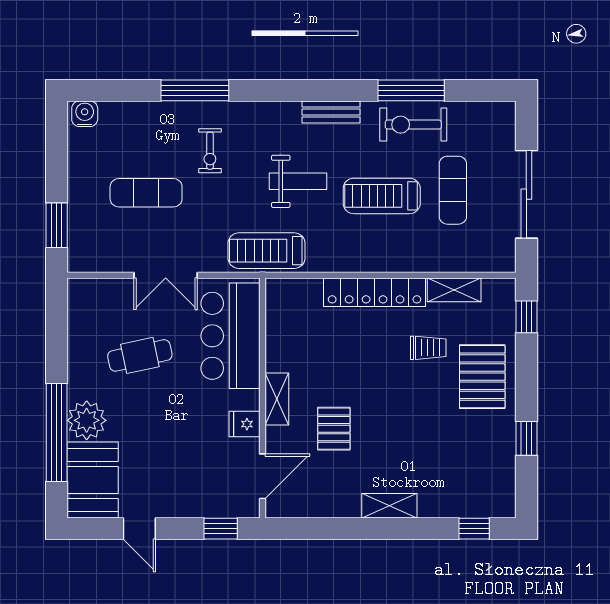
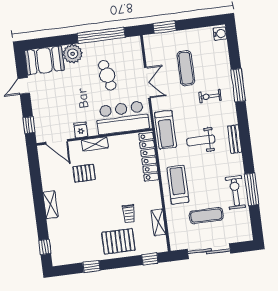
bench: (331, 112) -> (235, 139), moved
weight bench: (298, 181) -> (201, 140), turned 90
treadmill: (382, 196) -> (178, 185), moved
treadmill: (267, 251) -> (166, 130), turned 180
double door: (166, 275) -> (147, 83), swing flipped
locker: (375, 292) -> (149, 157), moved
window: (57, 433) -> (101, 35), moved

